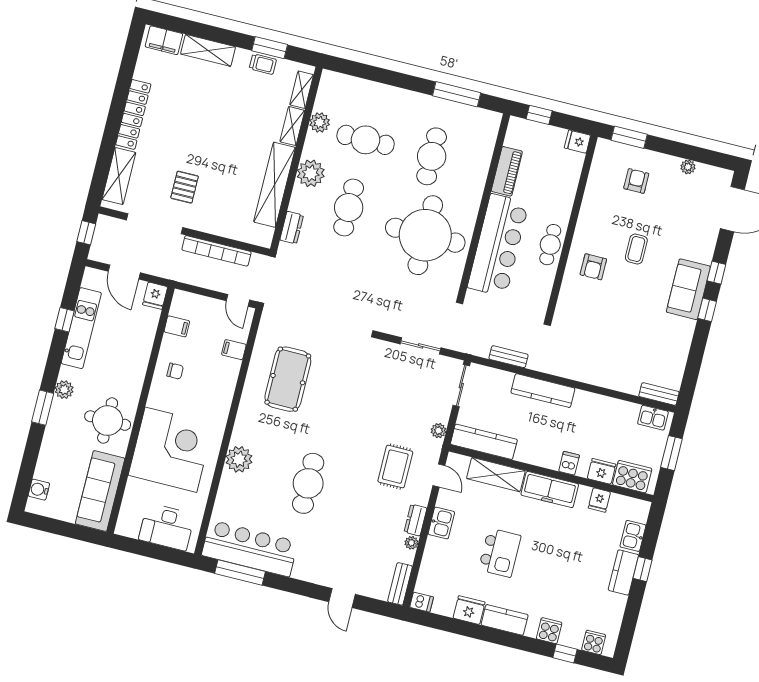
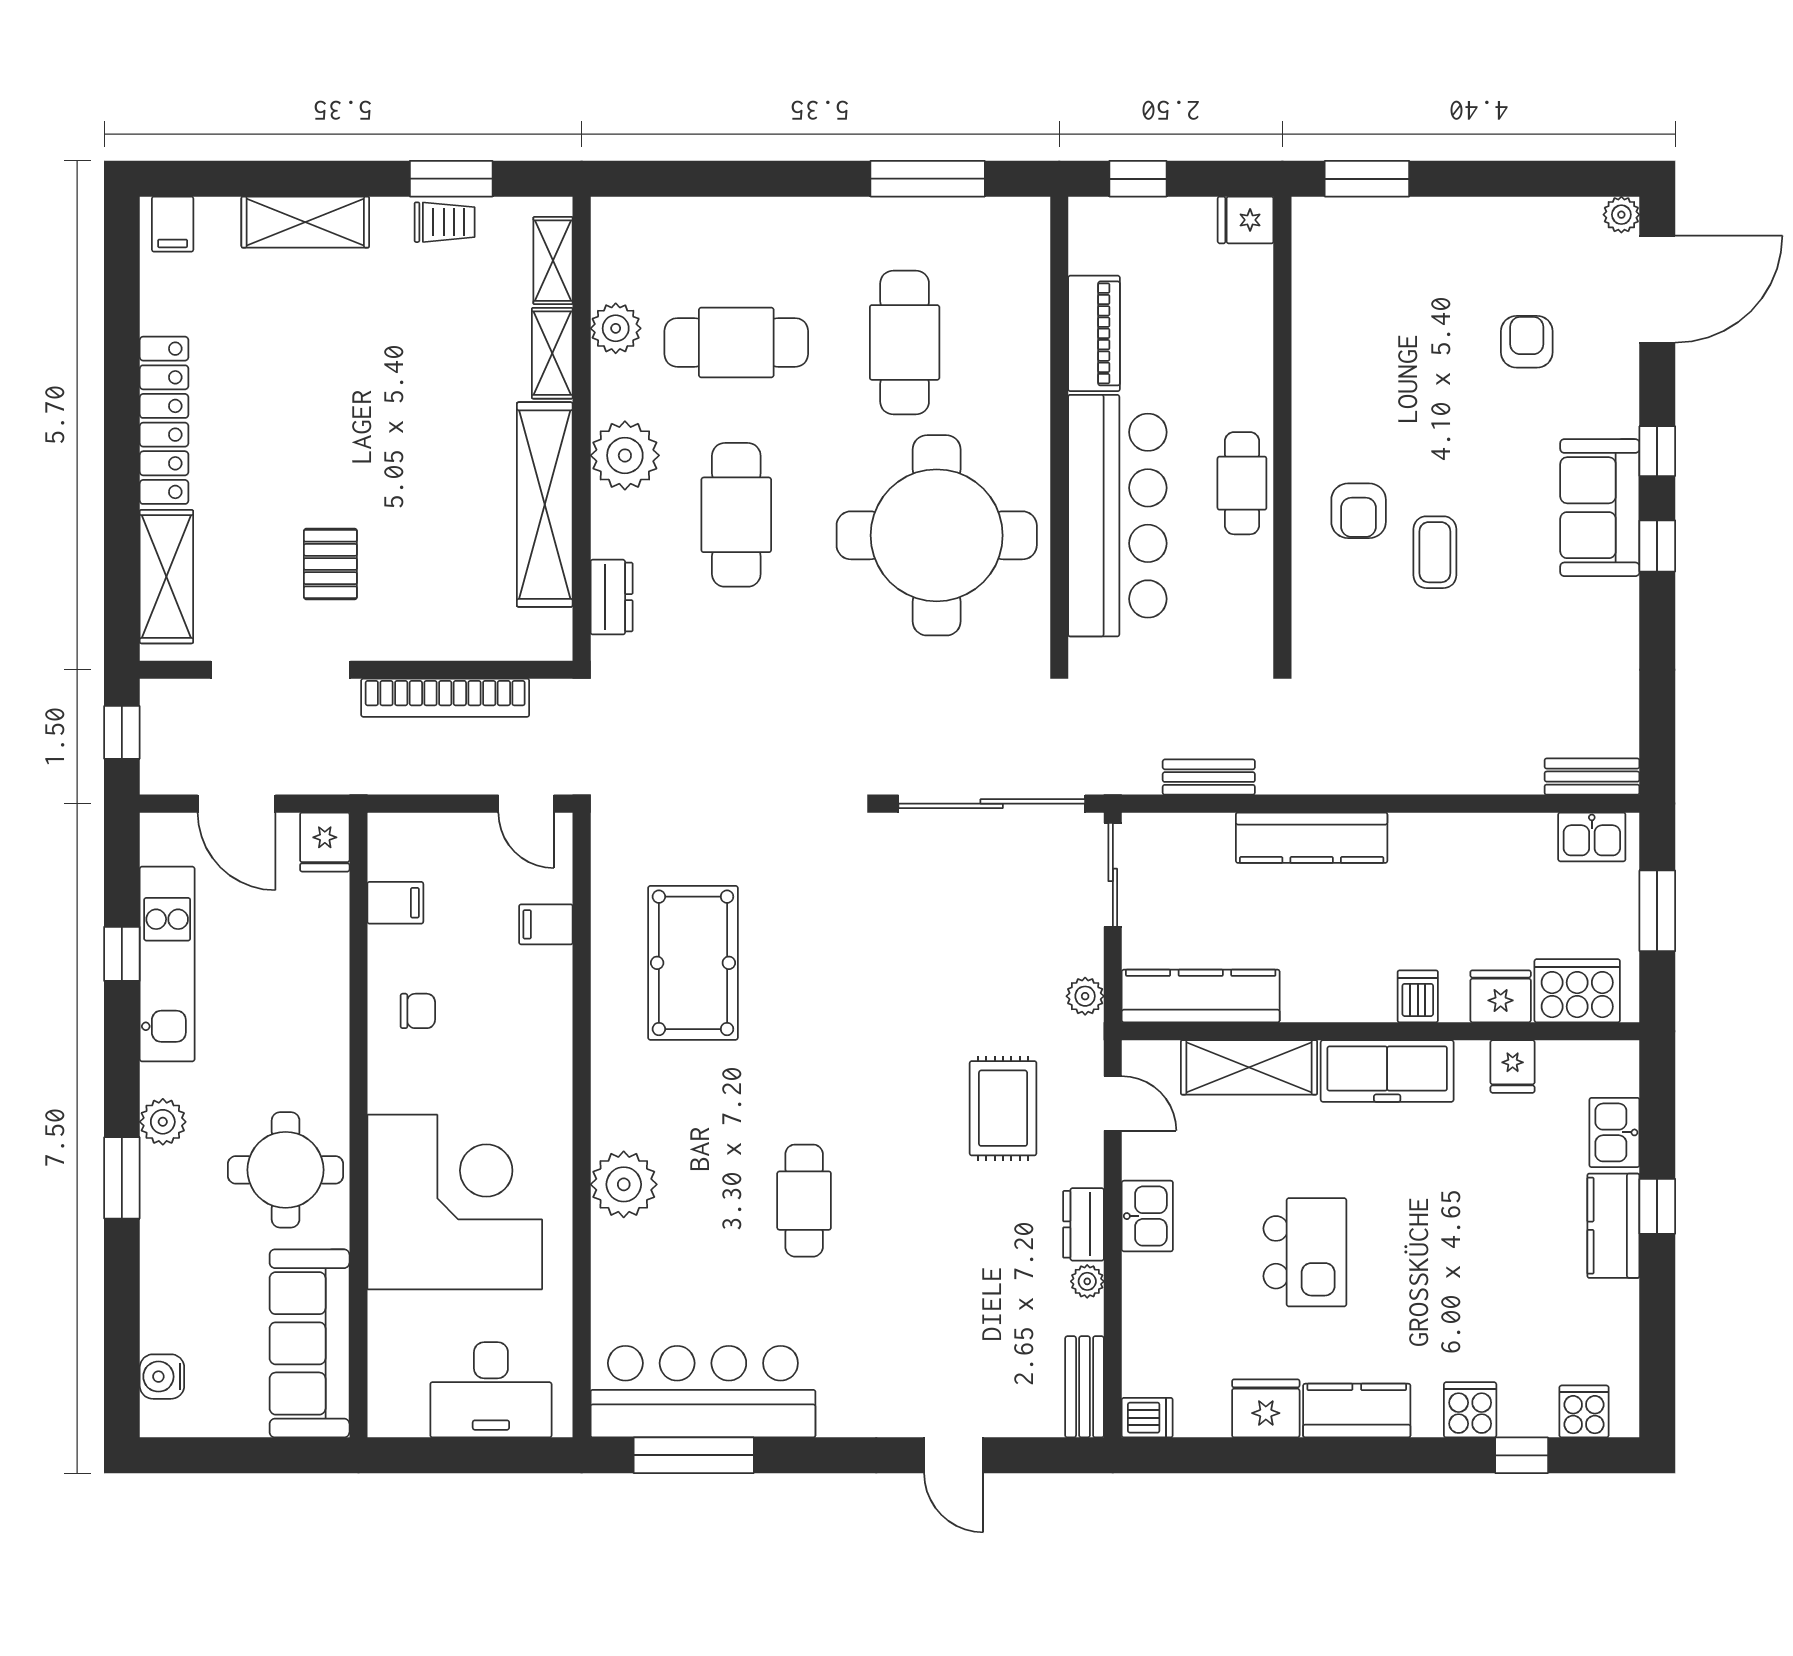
filing cabinet: (164, 40) -> (173, 224), width x0.50
plant: (688, 167) -> (1621, 215), moved
armchair: (636, 181) -> (1527, 342), moved
coffee table: (636, 249) -> (1435, 552), moved
sliding door: (421, 346) -> (992, 804), width x1.86
cafe table: (308, 483) -> (804, 1201), width x0.73, depth x0.74

